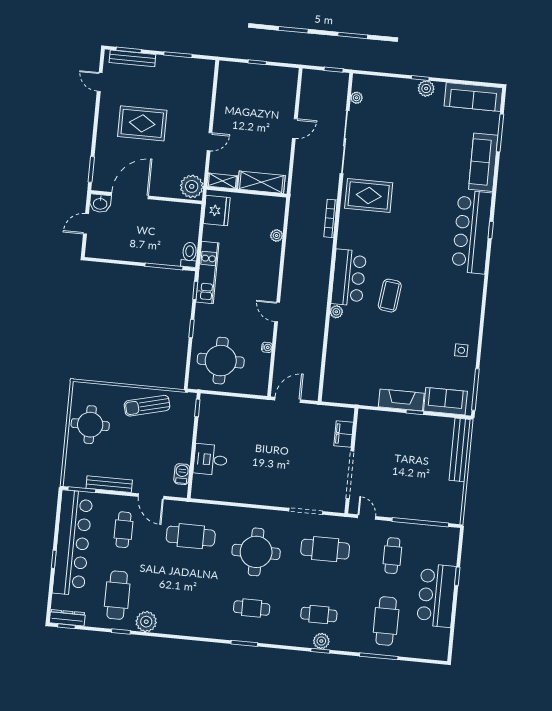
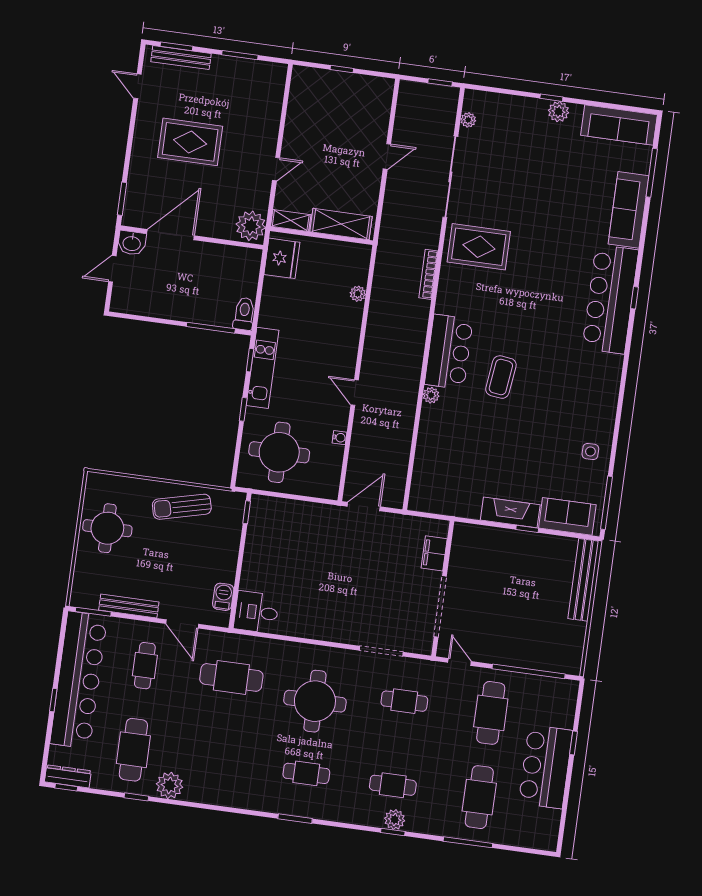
kitchen unit: (207, 272) -> (262, 368), moved
desk: (210, 460) -> (256, 612), moved
cafe table: (325, 549) -> (404, 701), width x0.73, depth x0.74
cafe table: (392, 556) -> (491, 713), width x1.37, depth x1.35

